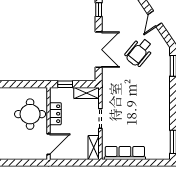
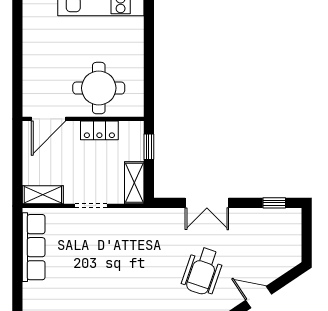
double door: (99, 50) -> (207, 203), width x0.73
wheelchair: (139, 52) -> (203, 271), turned -110
door: (48, 144) -> (48, 119), hinge flipped

